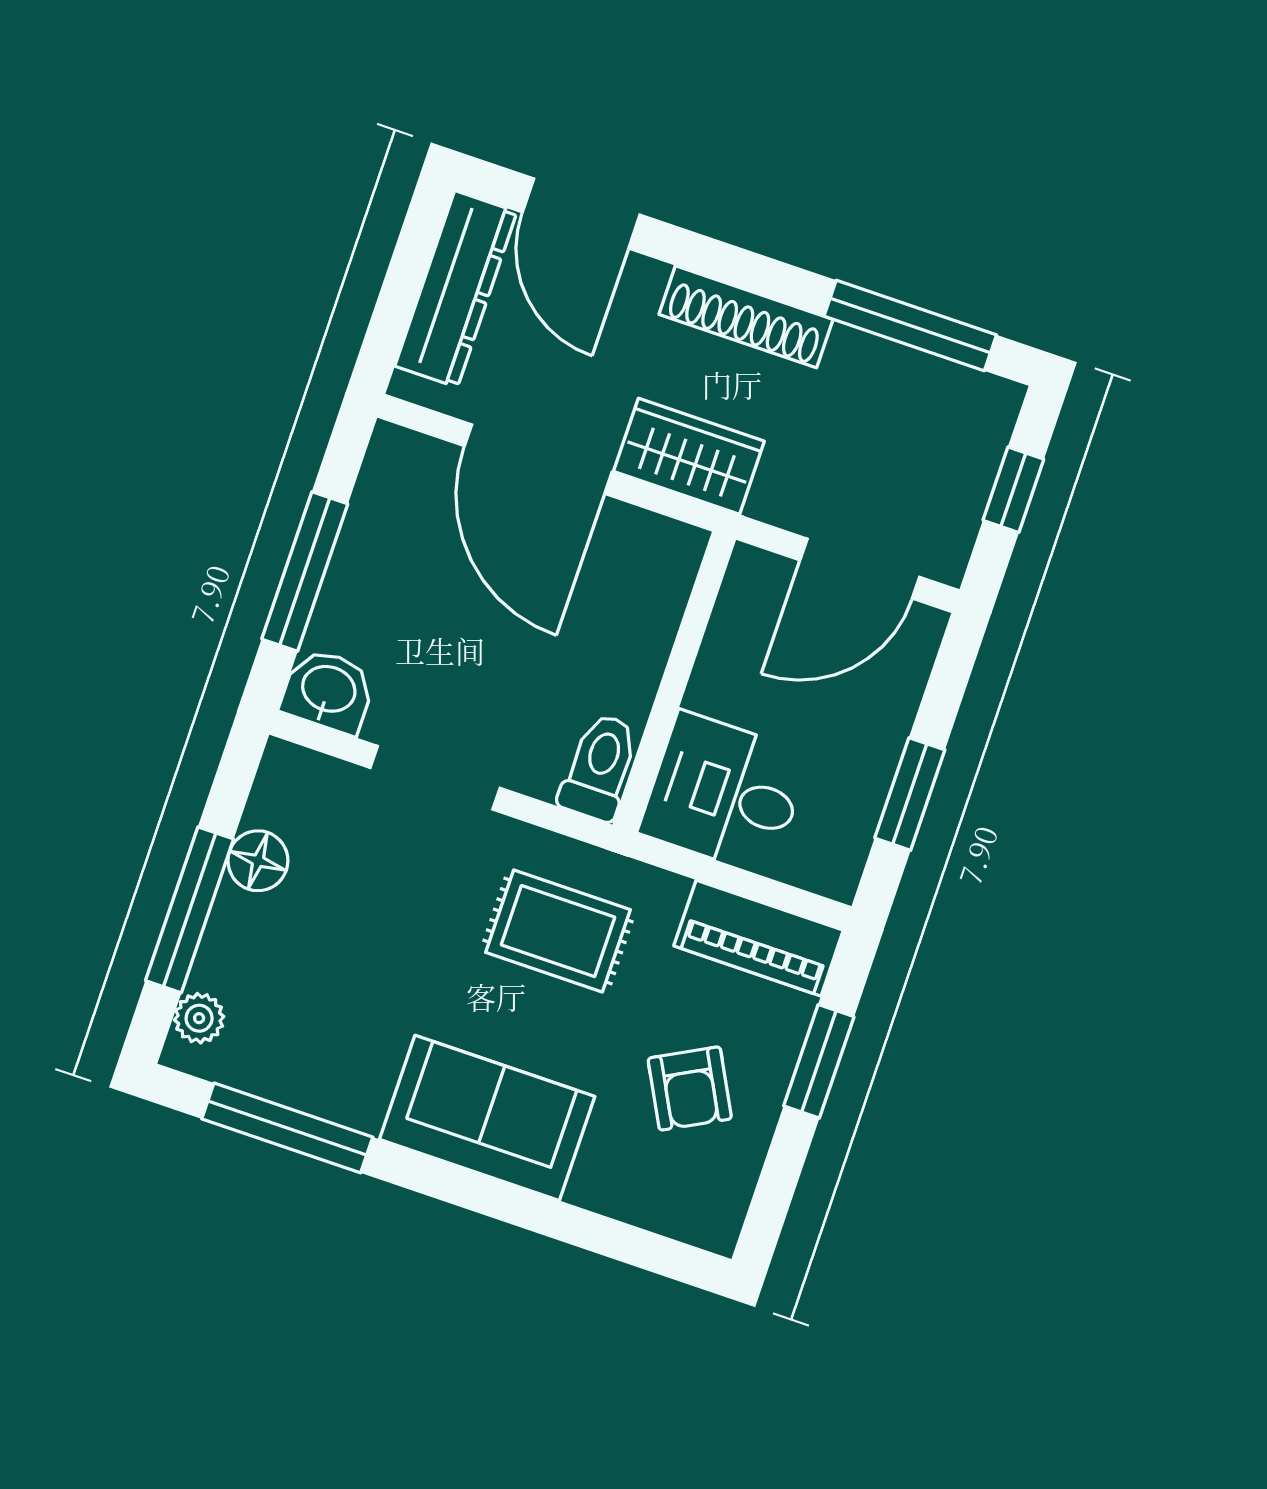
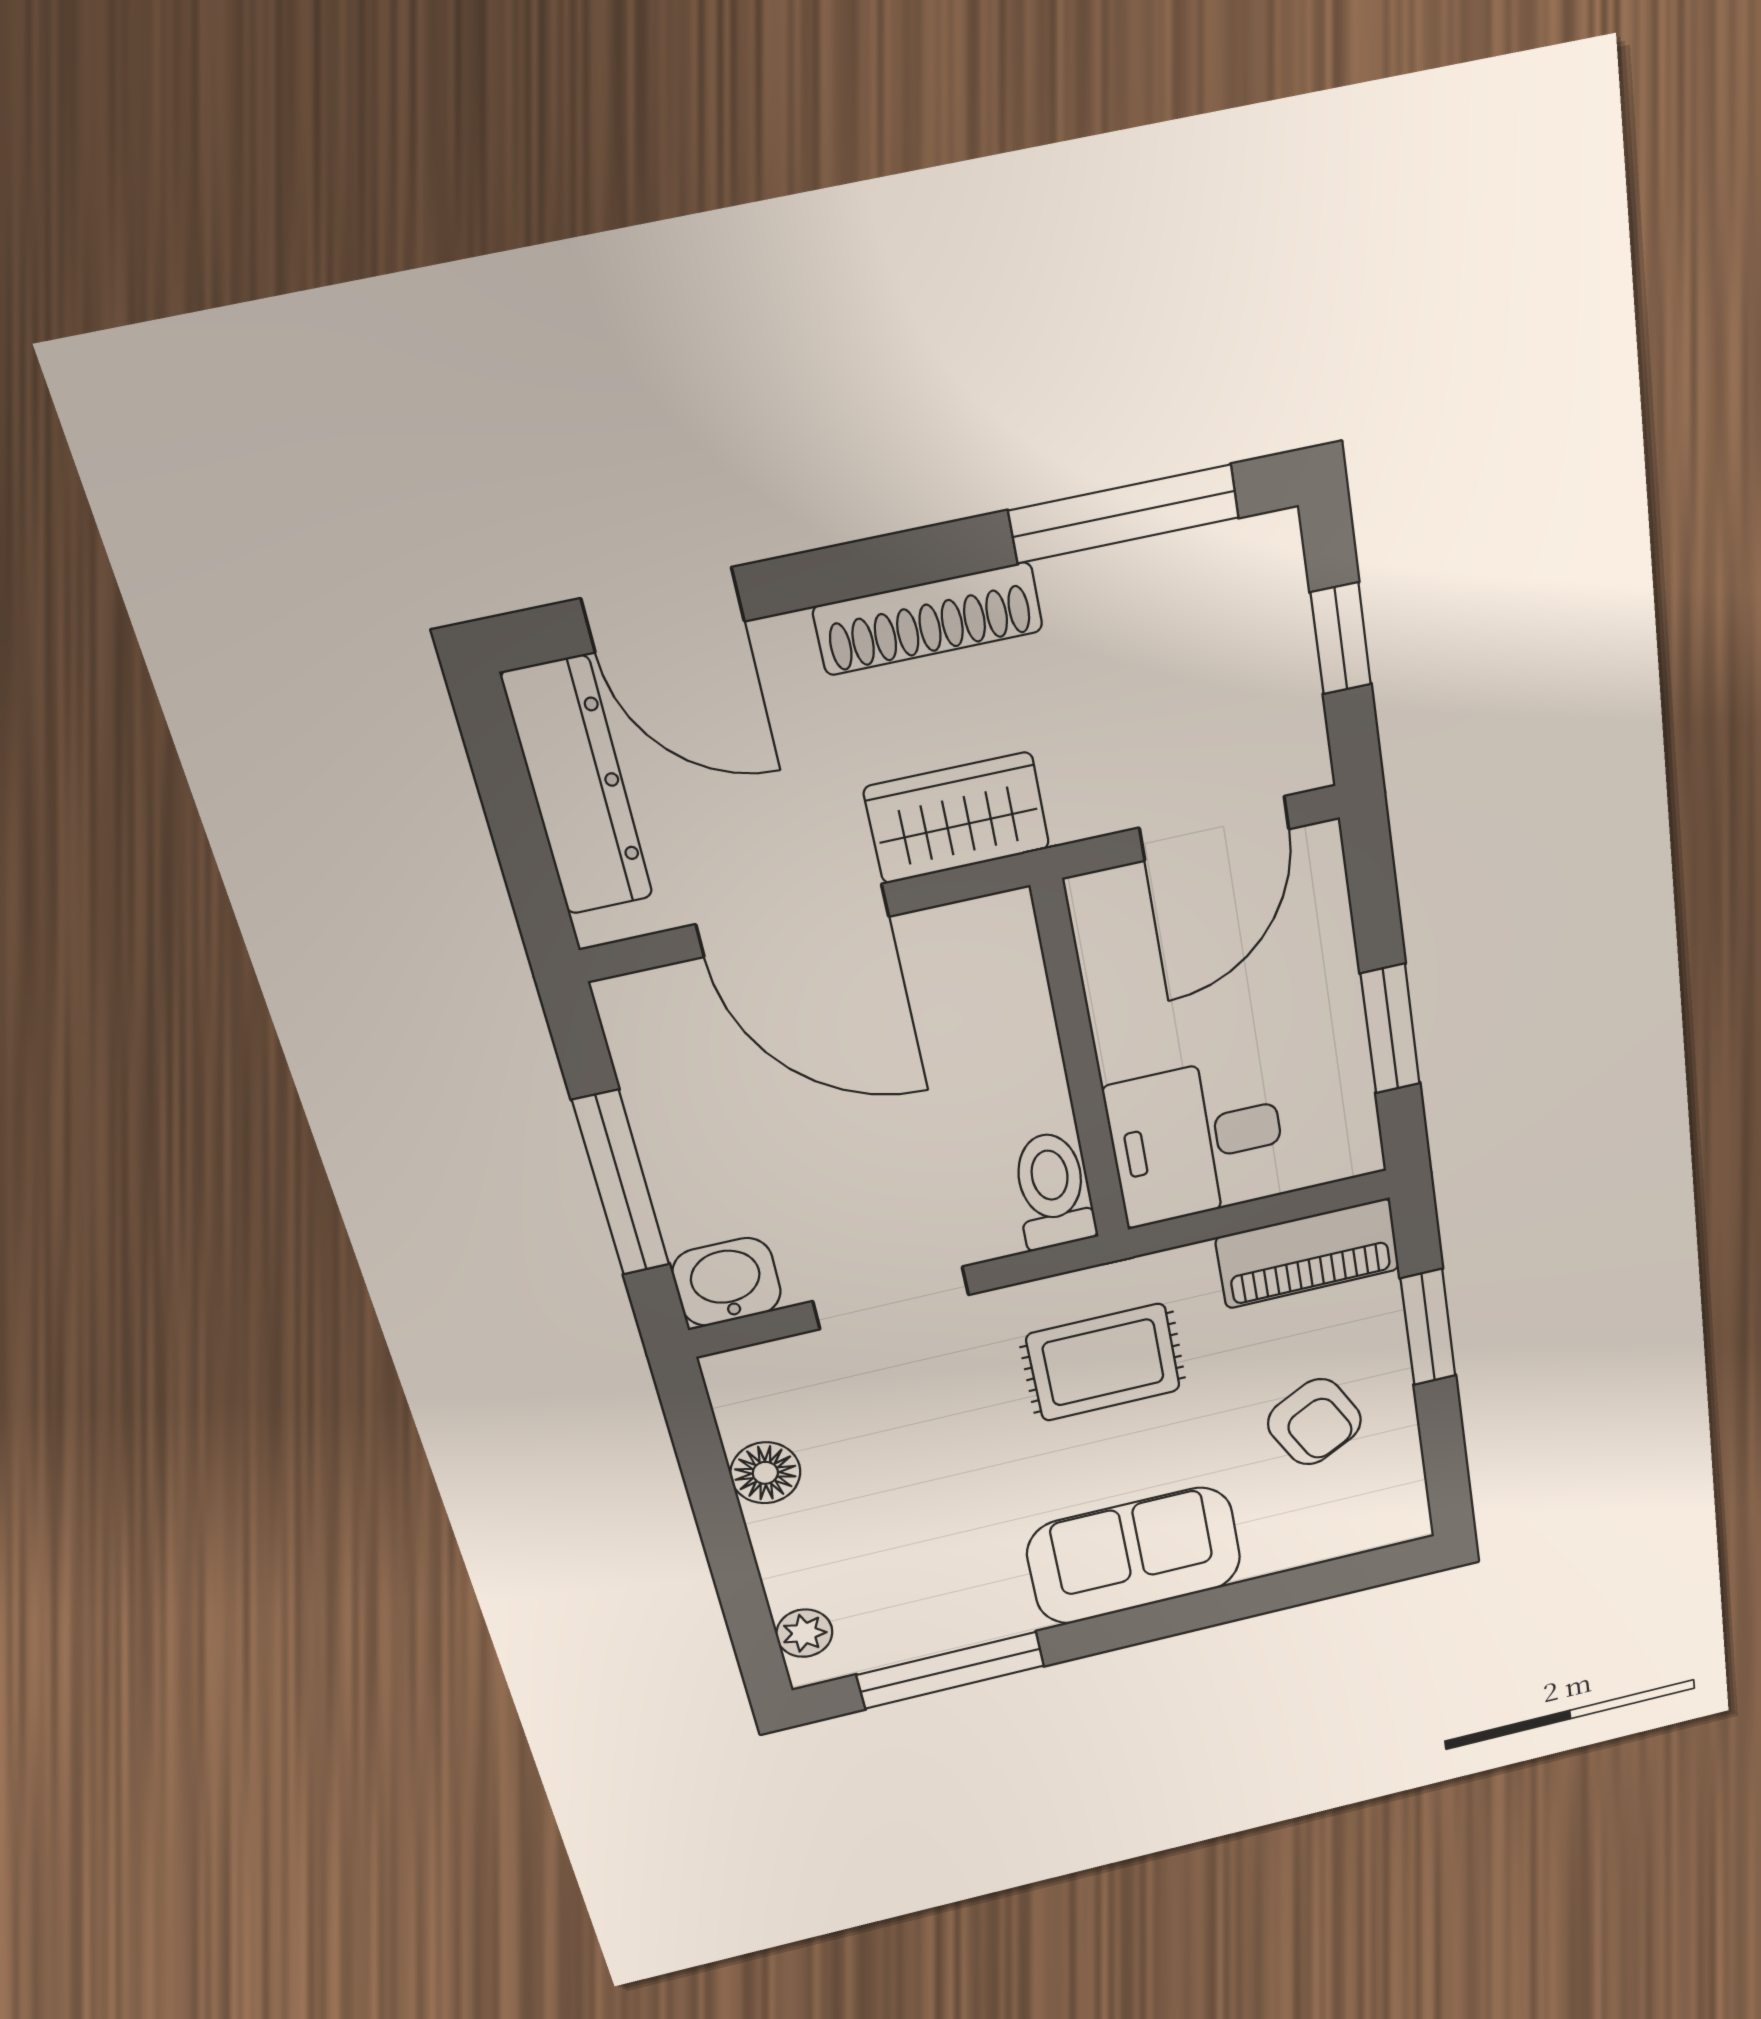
window: (190, 910) -> (729, 1552), removed

